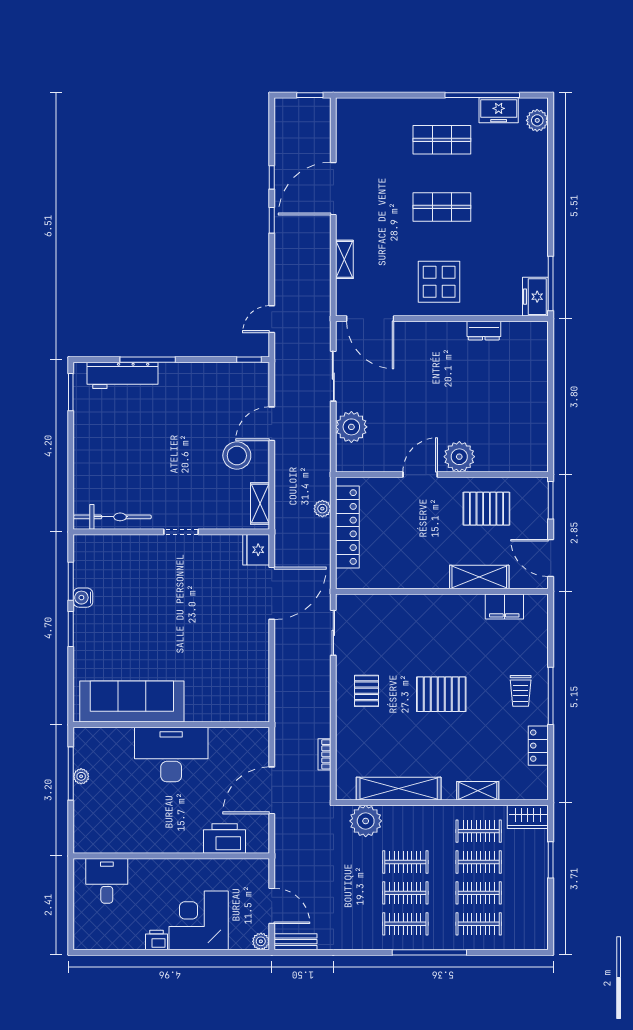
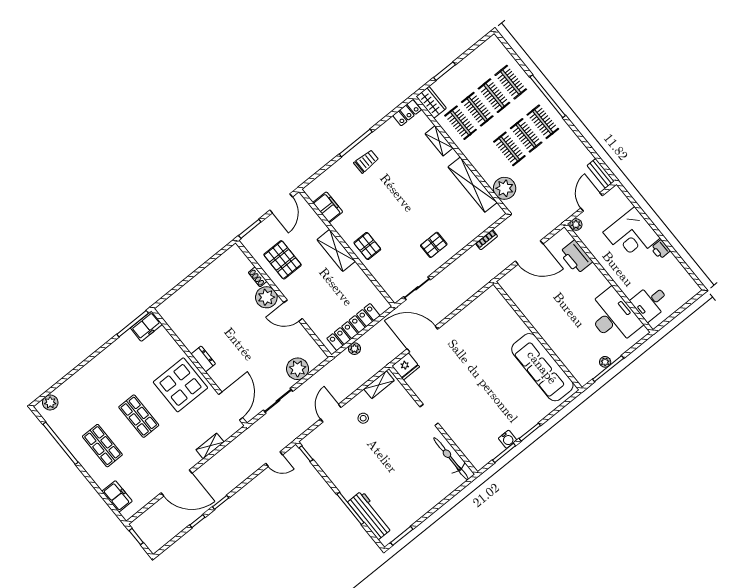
freezer: (499, 110) -> (117, 496), moved
display table: (439, 282) -> (181, 385), width x1.36, depth x1.36
dresser: (484, 331) -> (203, 359), moved
door: (272, 424) -> (331, 413), swing flipped
stool: (237, 456) -> (363, 418), width x0.53, depth x0.53
shoe rack: (490, 465) -> (258, 277), added
shelving: (479, 577) -> (336, 250), moved
pallet: (441, 694) -> (367, 246), moved, width x0.67, depth x0.71
locker: (538, 746) -> (407, 113), moved
desk: (171, 755) -> (613, 317), moved, turned 180
plant: (261, 941) -> (576, 224), moved

